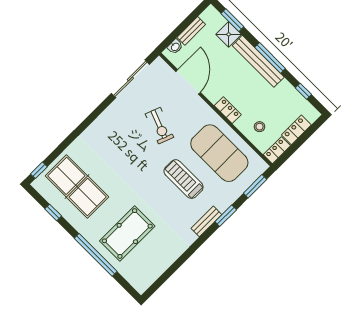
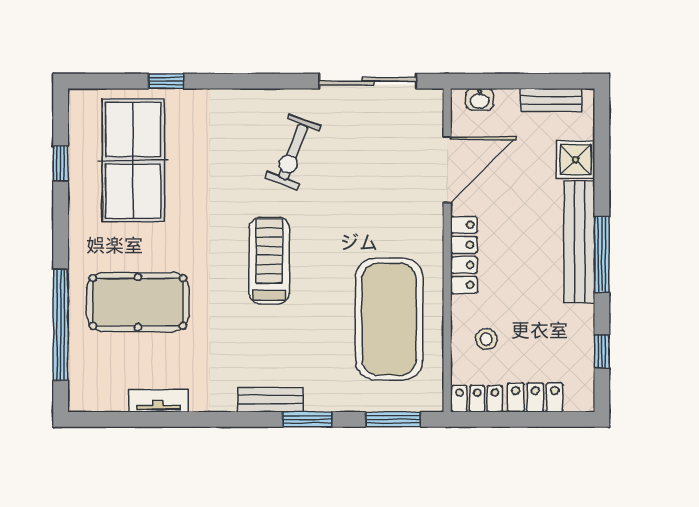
window: (232, 20) -> (602, 144), removed
bench: (191, 31) -> (551, 100), moved
locker: (228, 110) -> (464, 255), width x1.53
exercise bike: (159, 126) -> (293, 152), moved
window: (39, 170) -> (166, 81), moved
treadmill: (184, 179) -> (269, 260), moved
window: (96, 255) -> (61, 325), moved
tv unit: (168, 260) -> (158, 401), added

